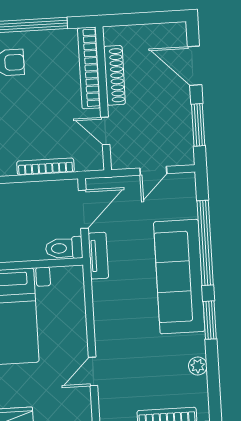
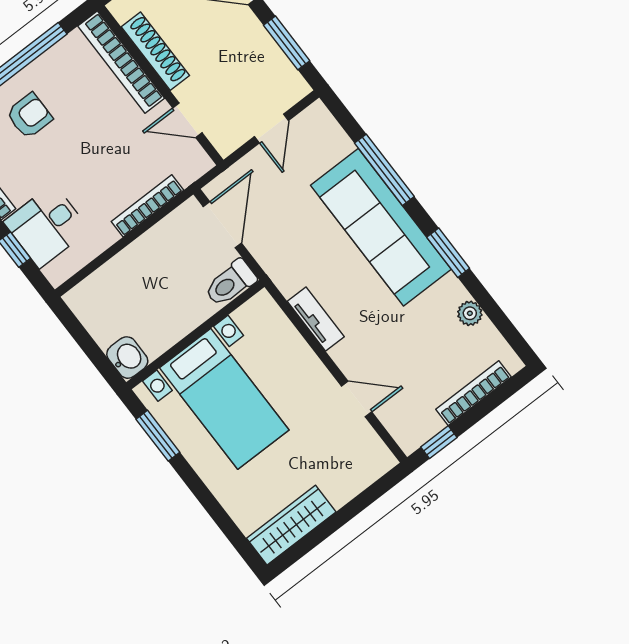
window: (205, 243) -> (384, 170), width x0.68
tv unit: (98, 256) -> (316, 319), moved
door: (93, 371) -> (357, 399), swing flipped

